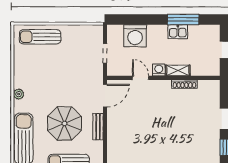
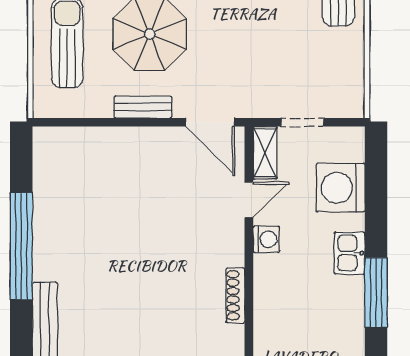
kitchen sink: (178, 32) -> (349, 253), moved
shelving: (178, 71) -> (265, 153), moved

